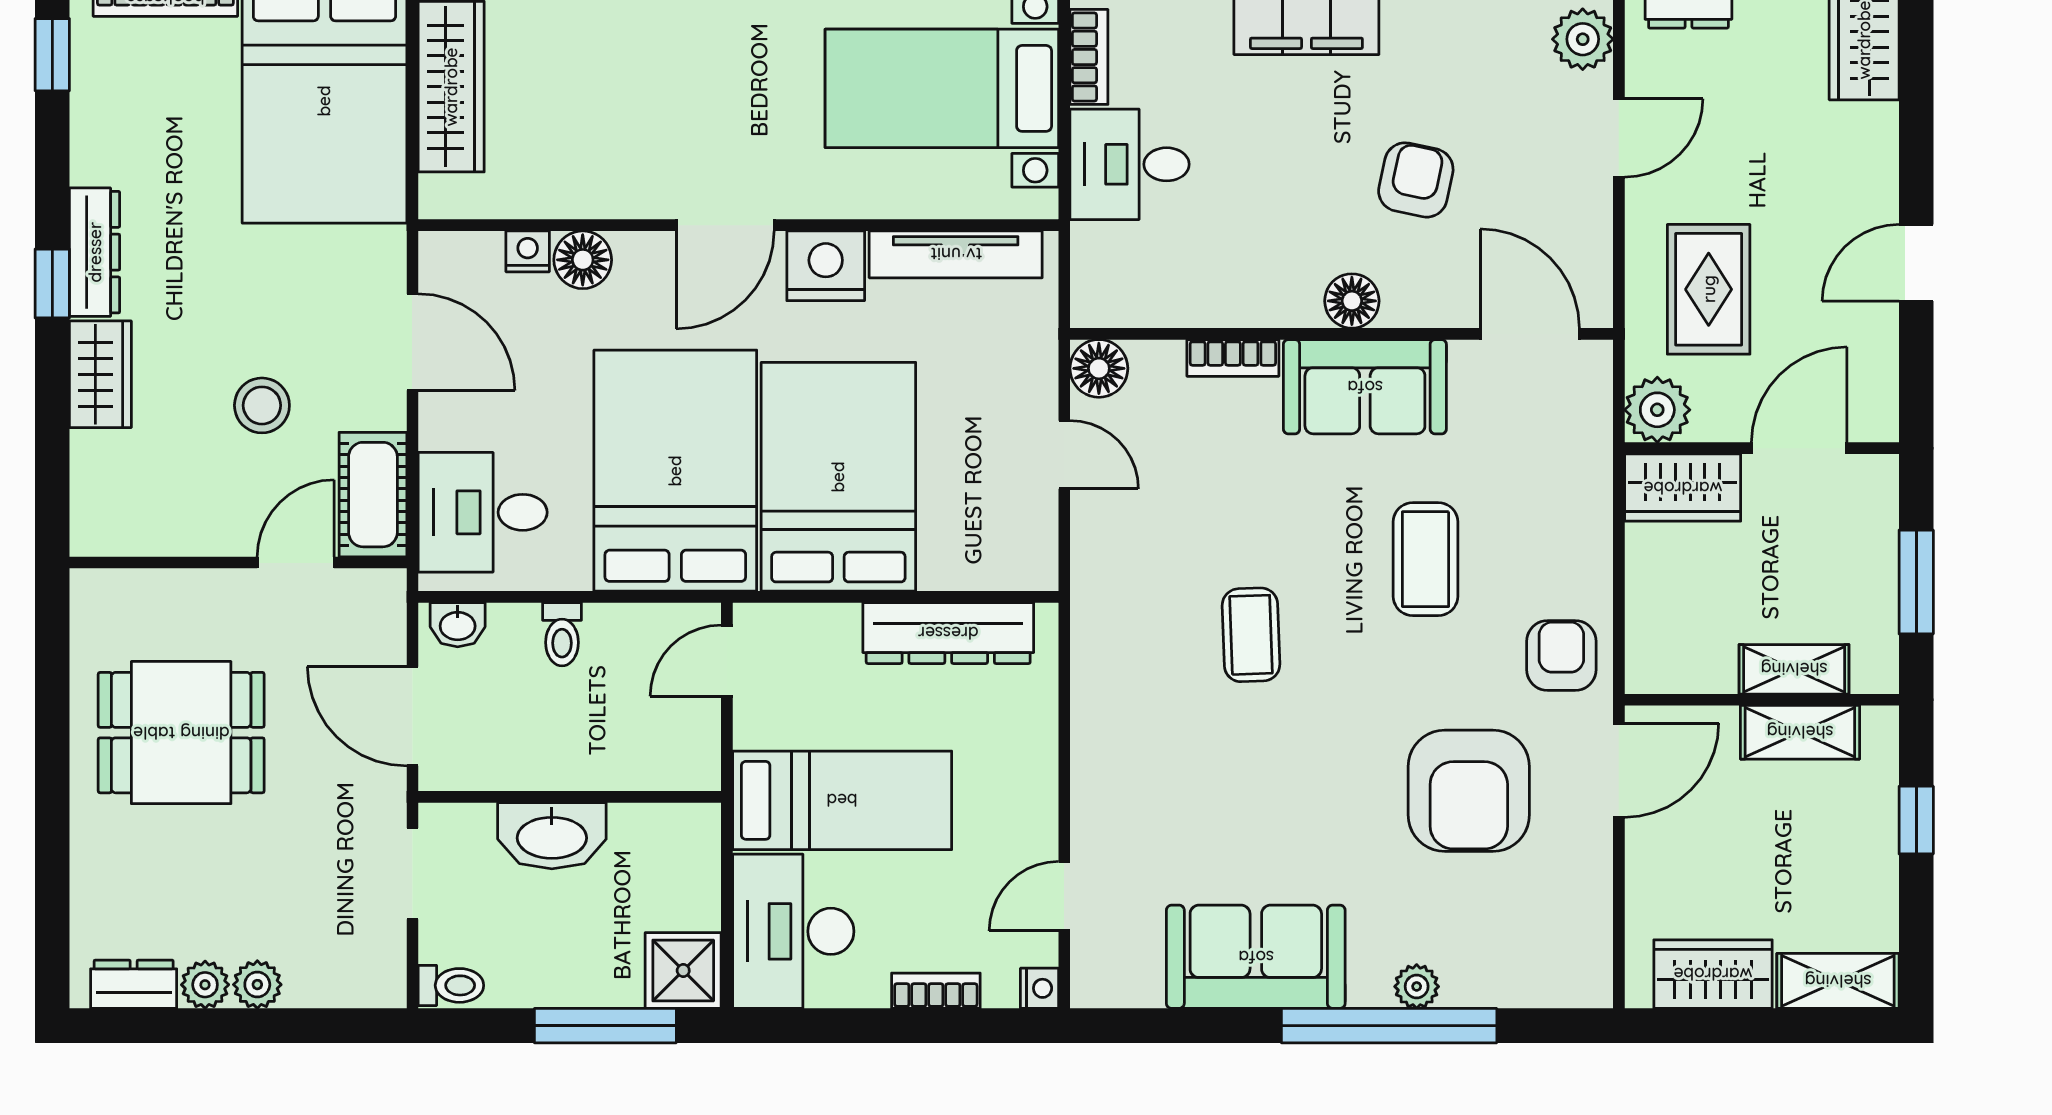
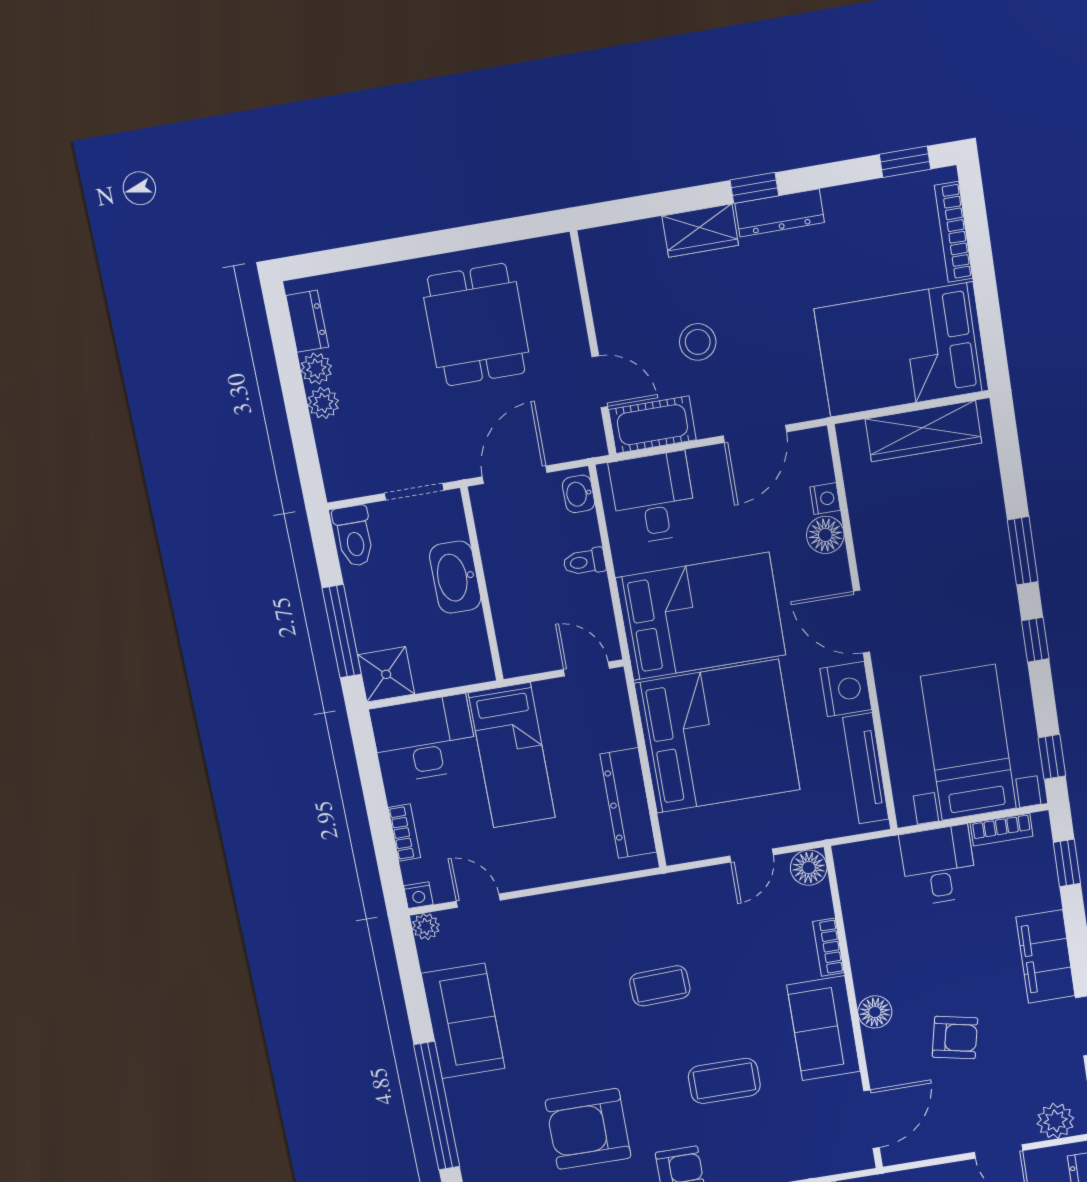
bed: (838, 477) -> (717, 737), width x1.36
toilet: (451, 985) -> (354, 536), width x1.37, depth x1.39
plant: (1417, 986) -> (426, 927), moved

